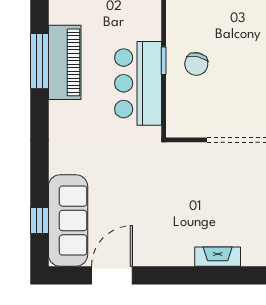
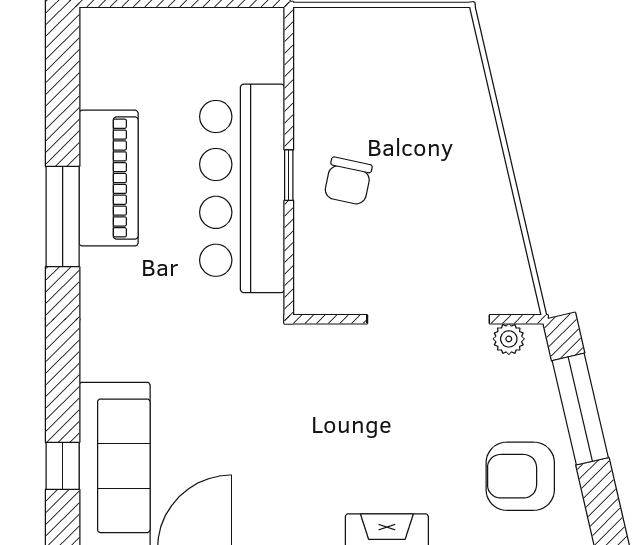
window: (39, 61) -> (63, 216), moved
bar counter: (138, 83) -> (242, 188), width x1.36

